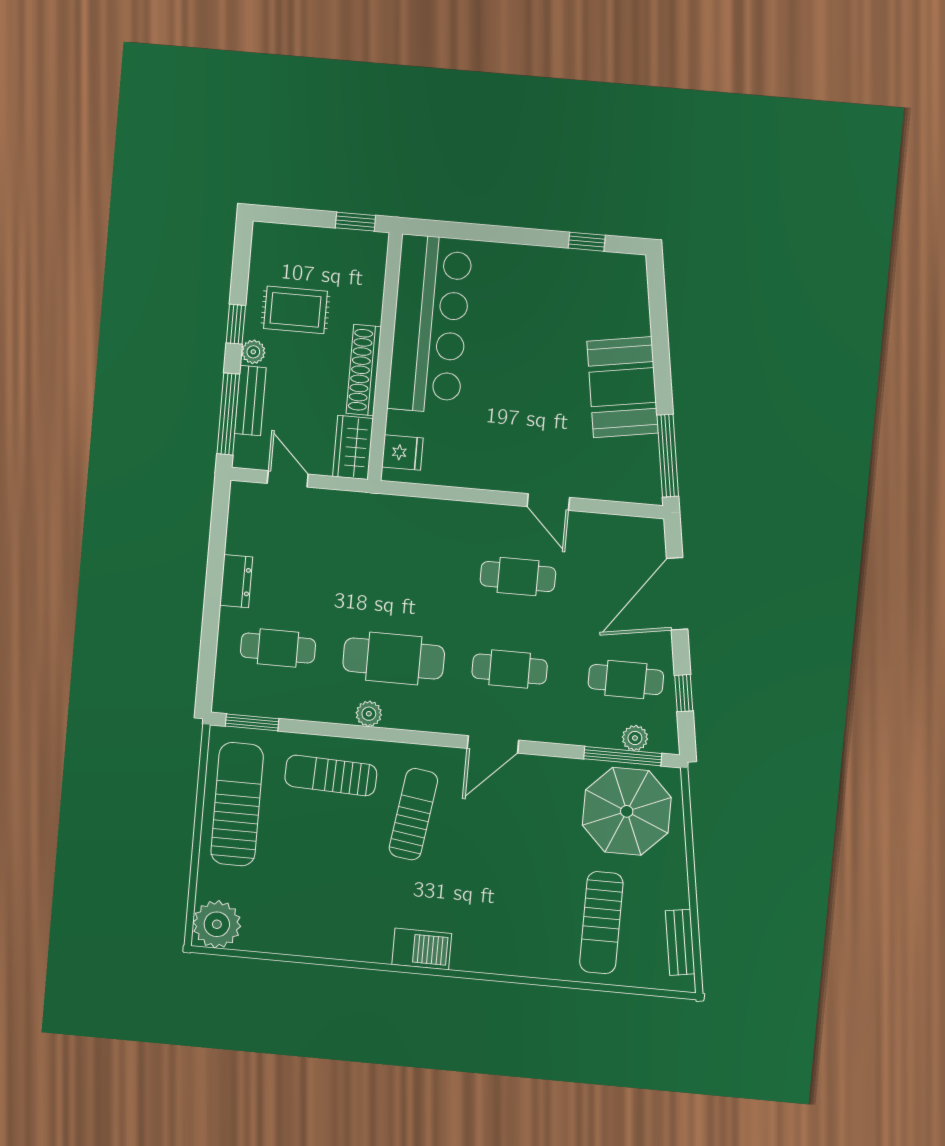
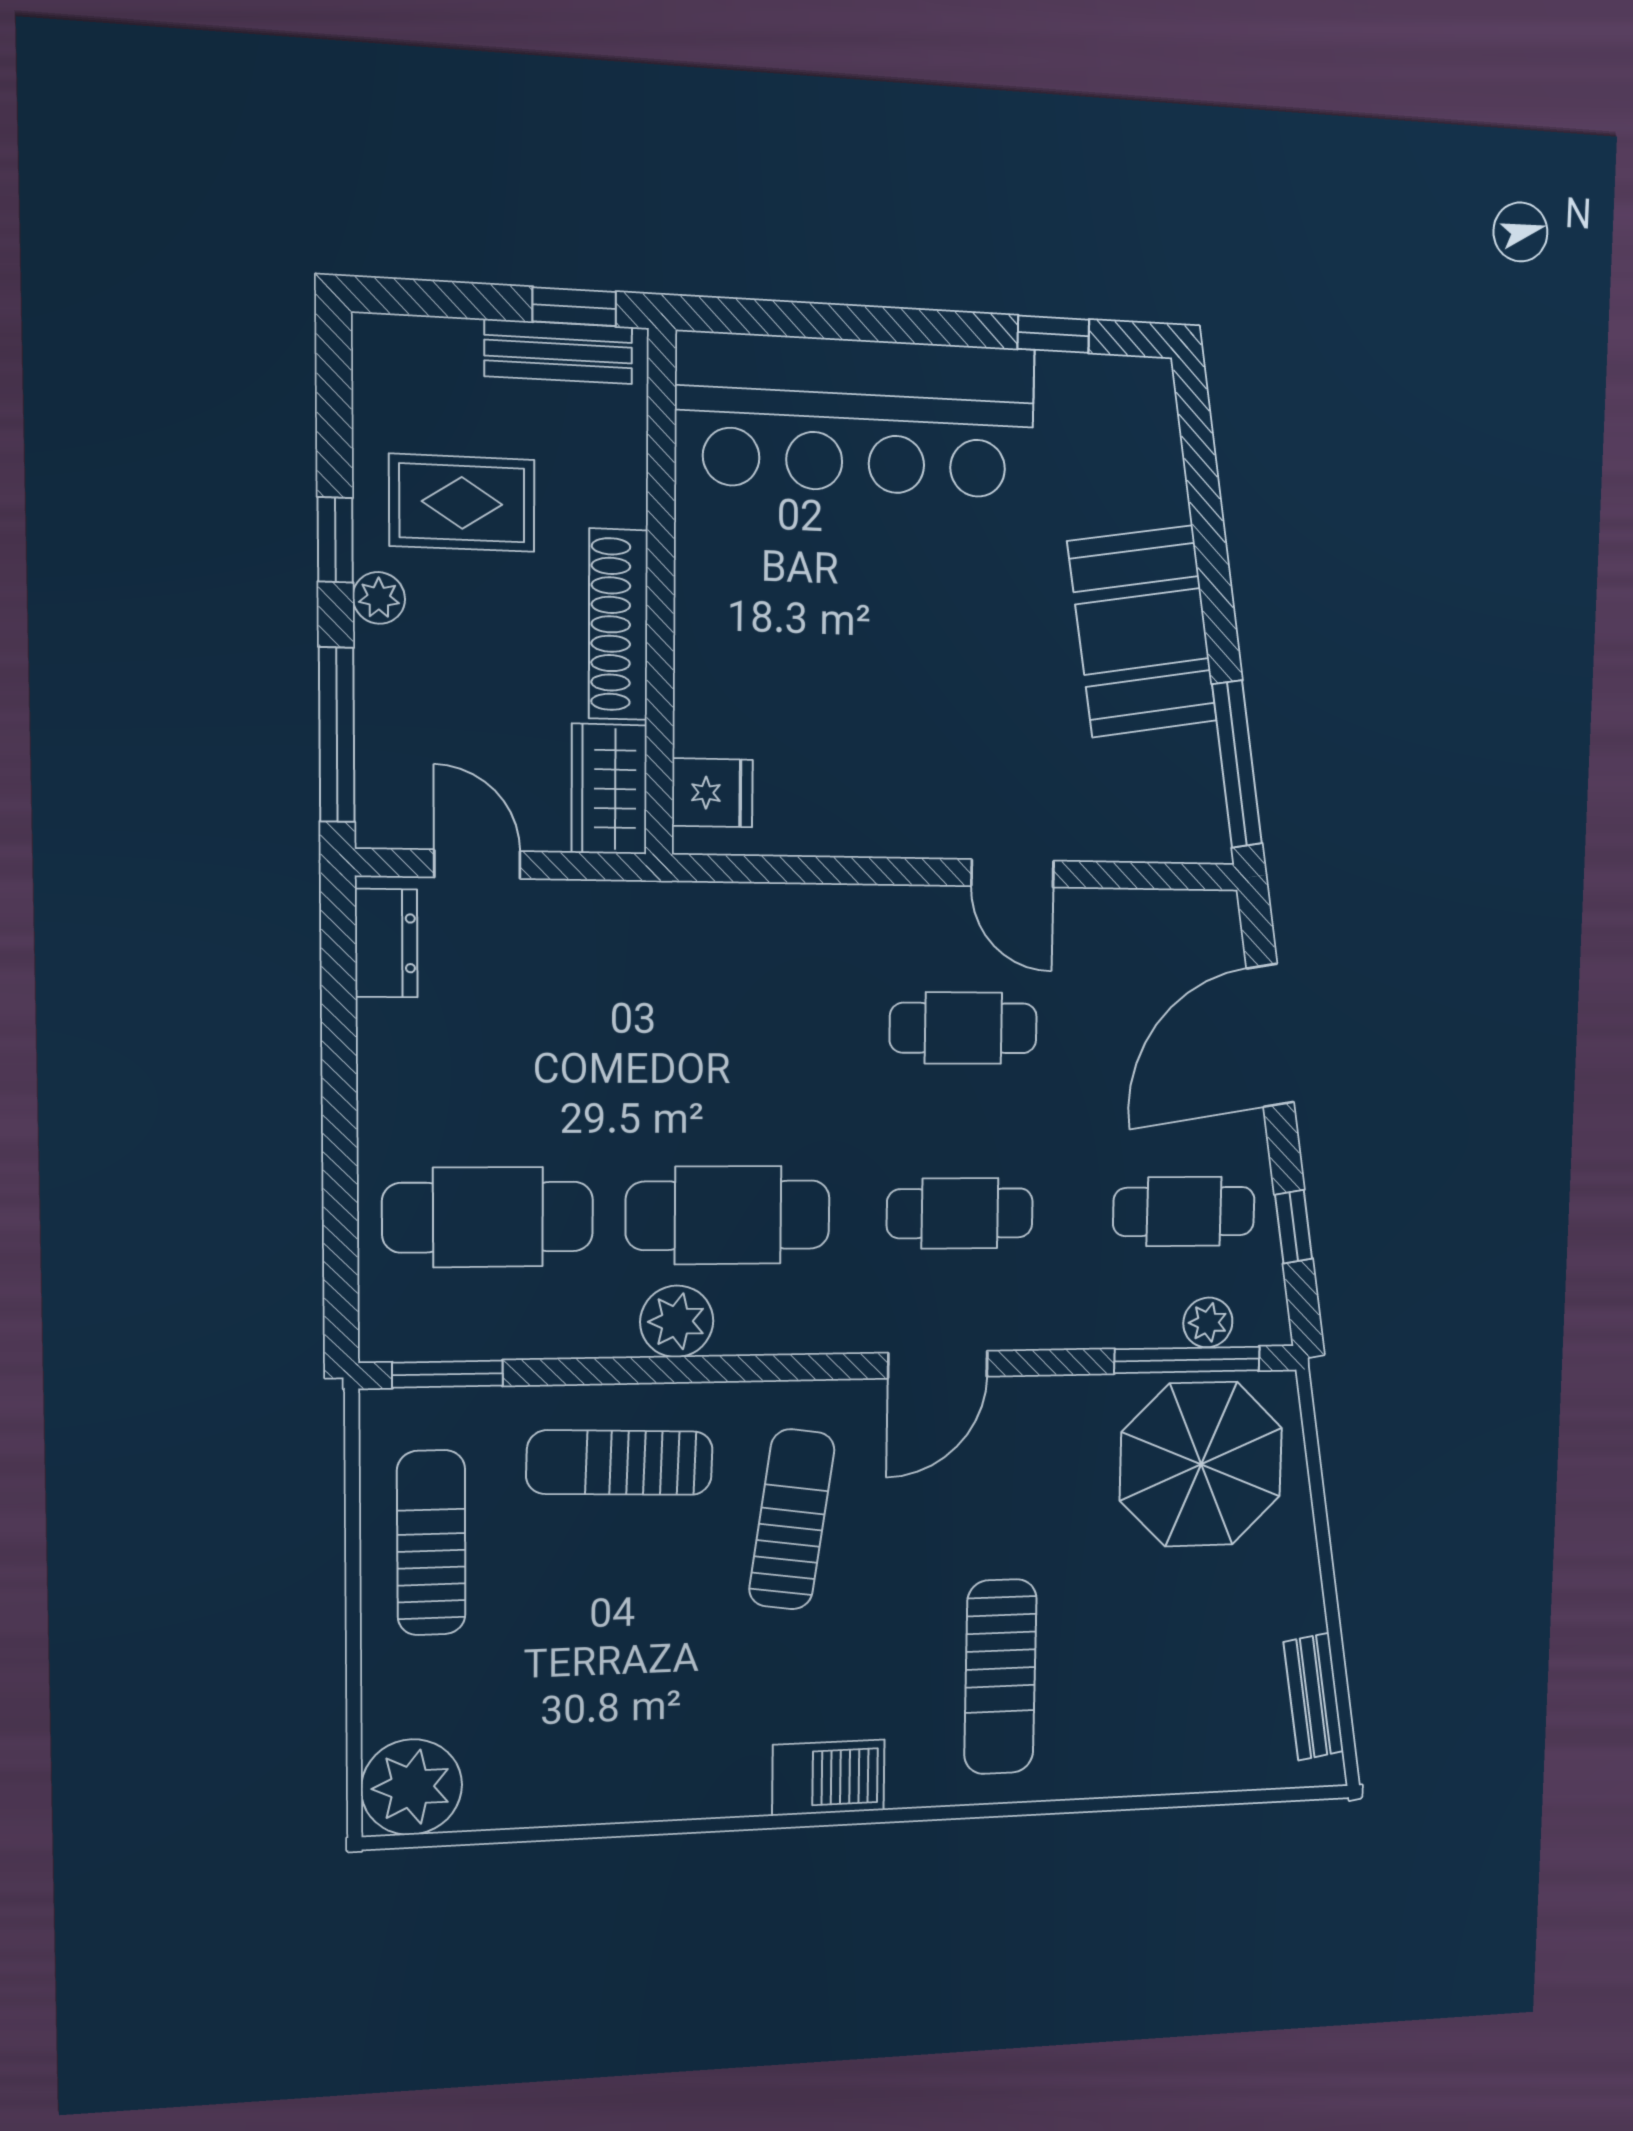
bar counter: (430, 324) -> (856, 416), moved, turned 90
bench: (250, 401) -> (558, 352), moved, turned 90
dresser: (236, 581) -> (386, 943), moved
cafe table: (278, 648) -> (488, 1217), width x1.37, depth x1.35
plant: (369, 714) -> (677, 1321), width x1.38, depth x1.38
sun lounger: (237, 804) -> (431, 1543), width x0.73, depth x0.75
sun lounger: (601, 923) -> (1000, 1677), moved

